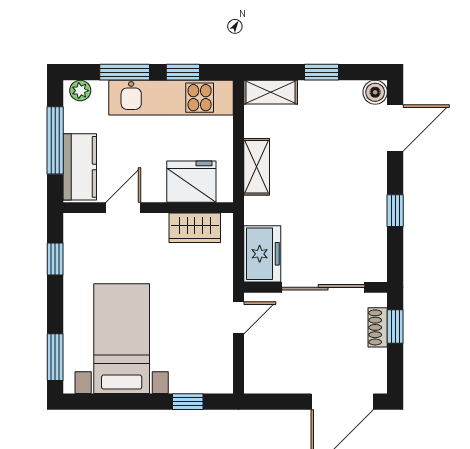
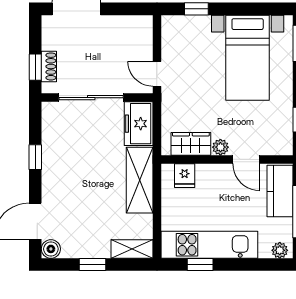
window: (125, 72) -> (245, 265), removed
shelving: (257, 167) -> (140, 180), width x1.50, depth x1.33
fridge: (191, 182) -> (185, 176), width x0.53, depth x0.75
door: (123, 208) -> (246, 159), hinge flipped
plant: (157, 223) -> (220, 147), added
door: (238, 318) -> (157, 74), hinge flipped

